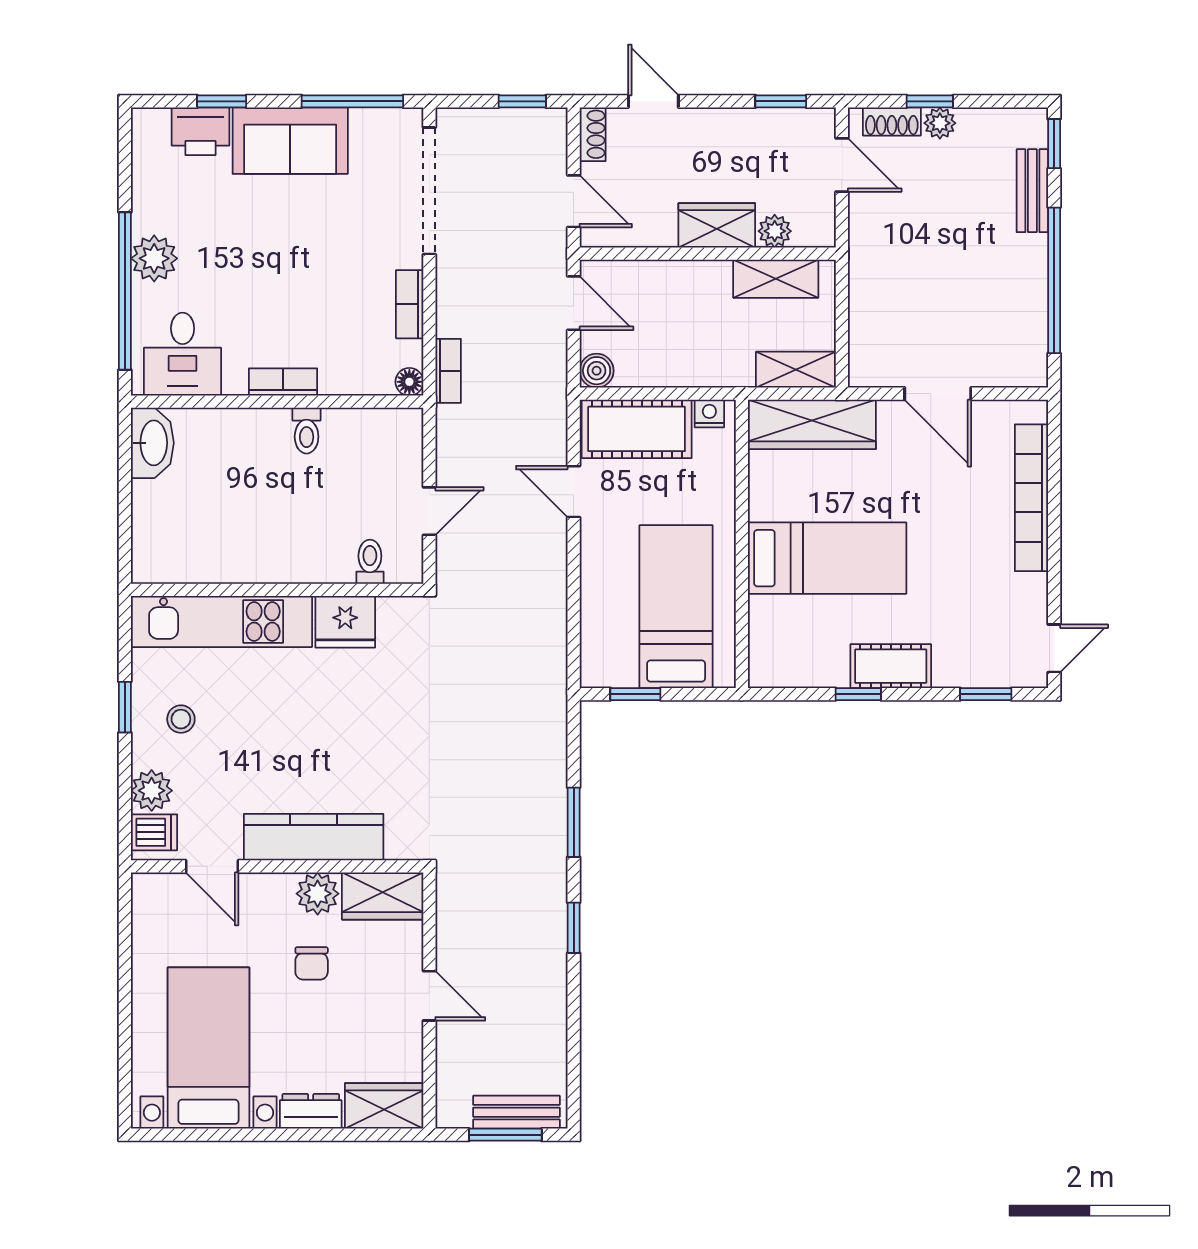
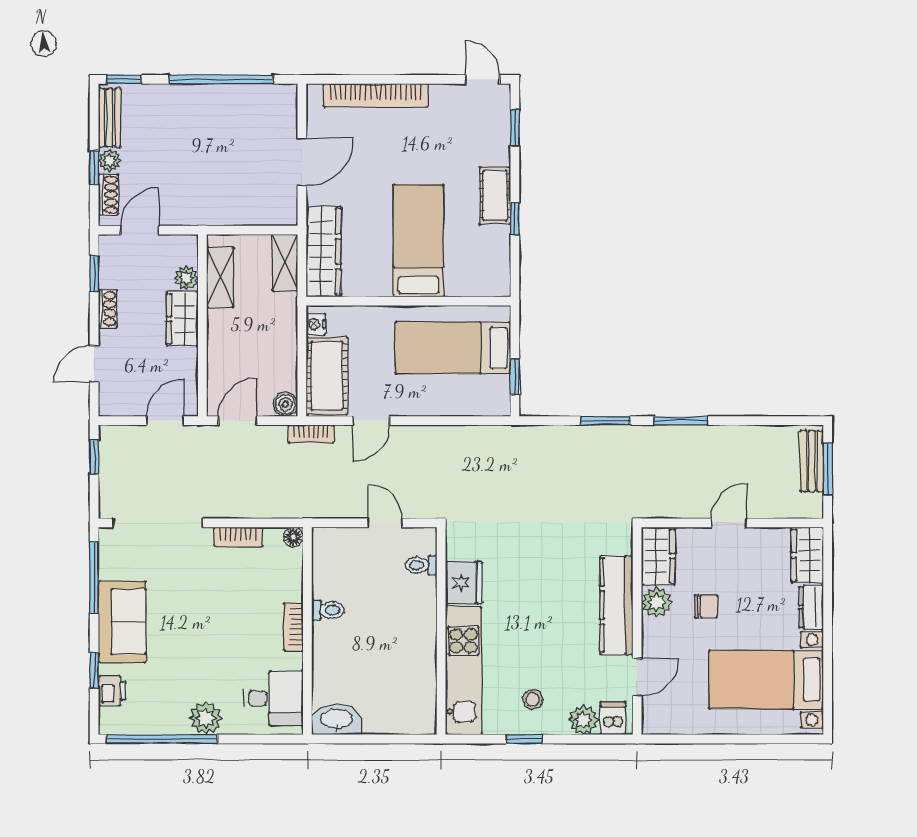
printer: (200, 131) -> (112, 691), width x0.73, depth x0.81
shoe rack: (593, 134) -> (108, 309), moved, turned 90
bench: (1032, 191) -> (110, 118), moved, turned 90
window: (125, 291) -> (162, 739), moved
bookcase: (448, 371) -> (311, 434), moved, turned 180
window: (574, 928) -> (681, 421), width x1.50

